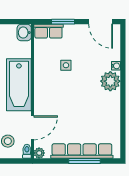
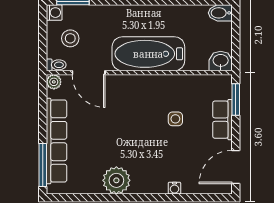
window: (63, 22) -> (236, 99), moved
row of seats: (48, 31) -> (223, 120), moved
plant: (110, 81) -> (116, 180), moved
window: (85, 161) -> (43, 165), moved

